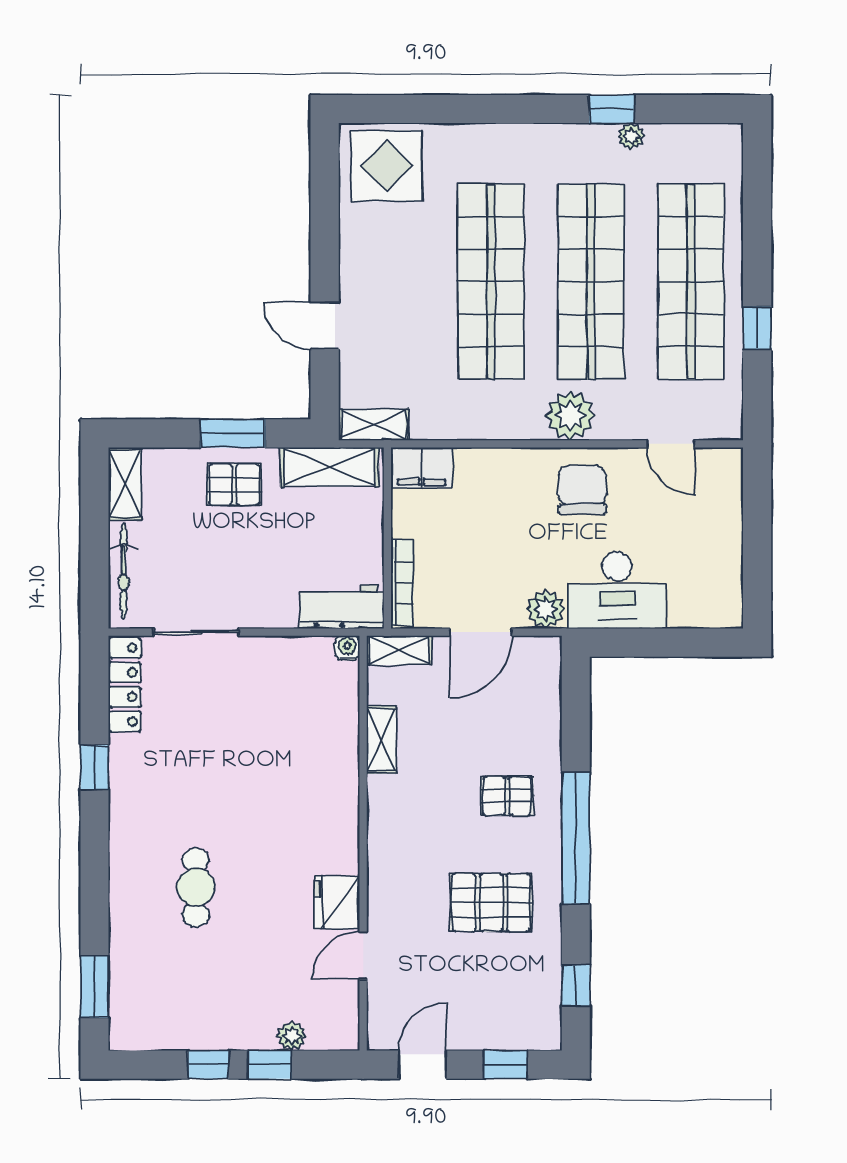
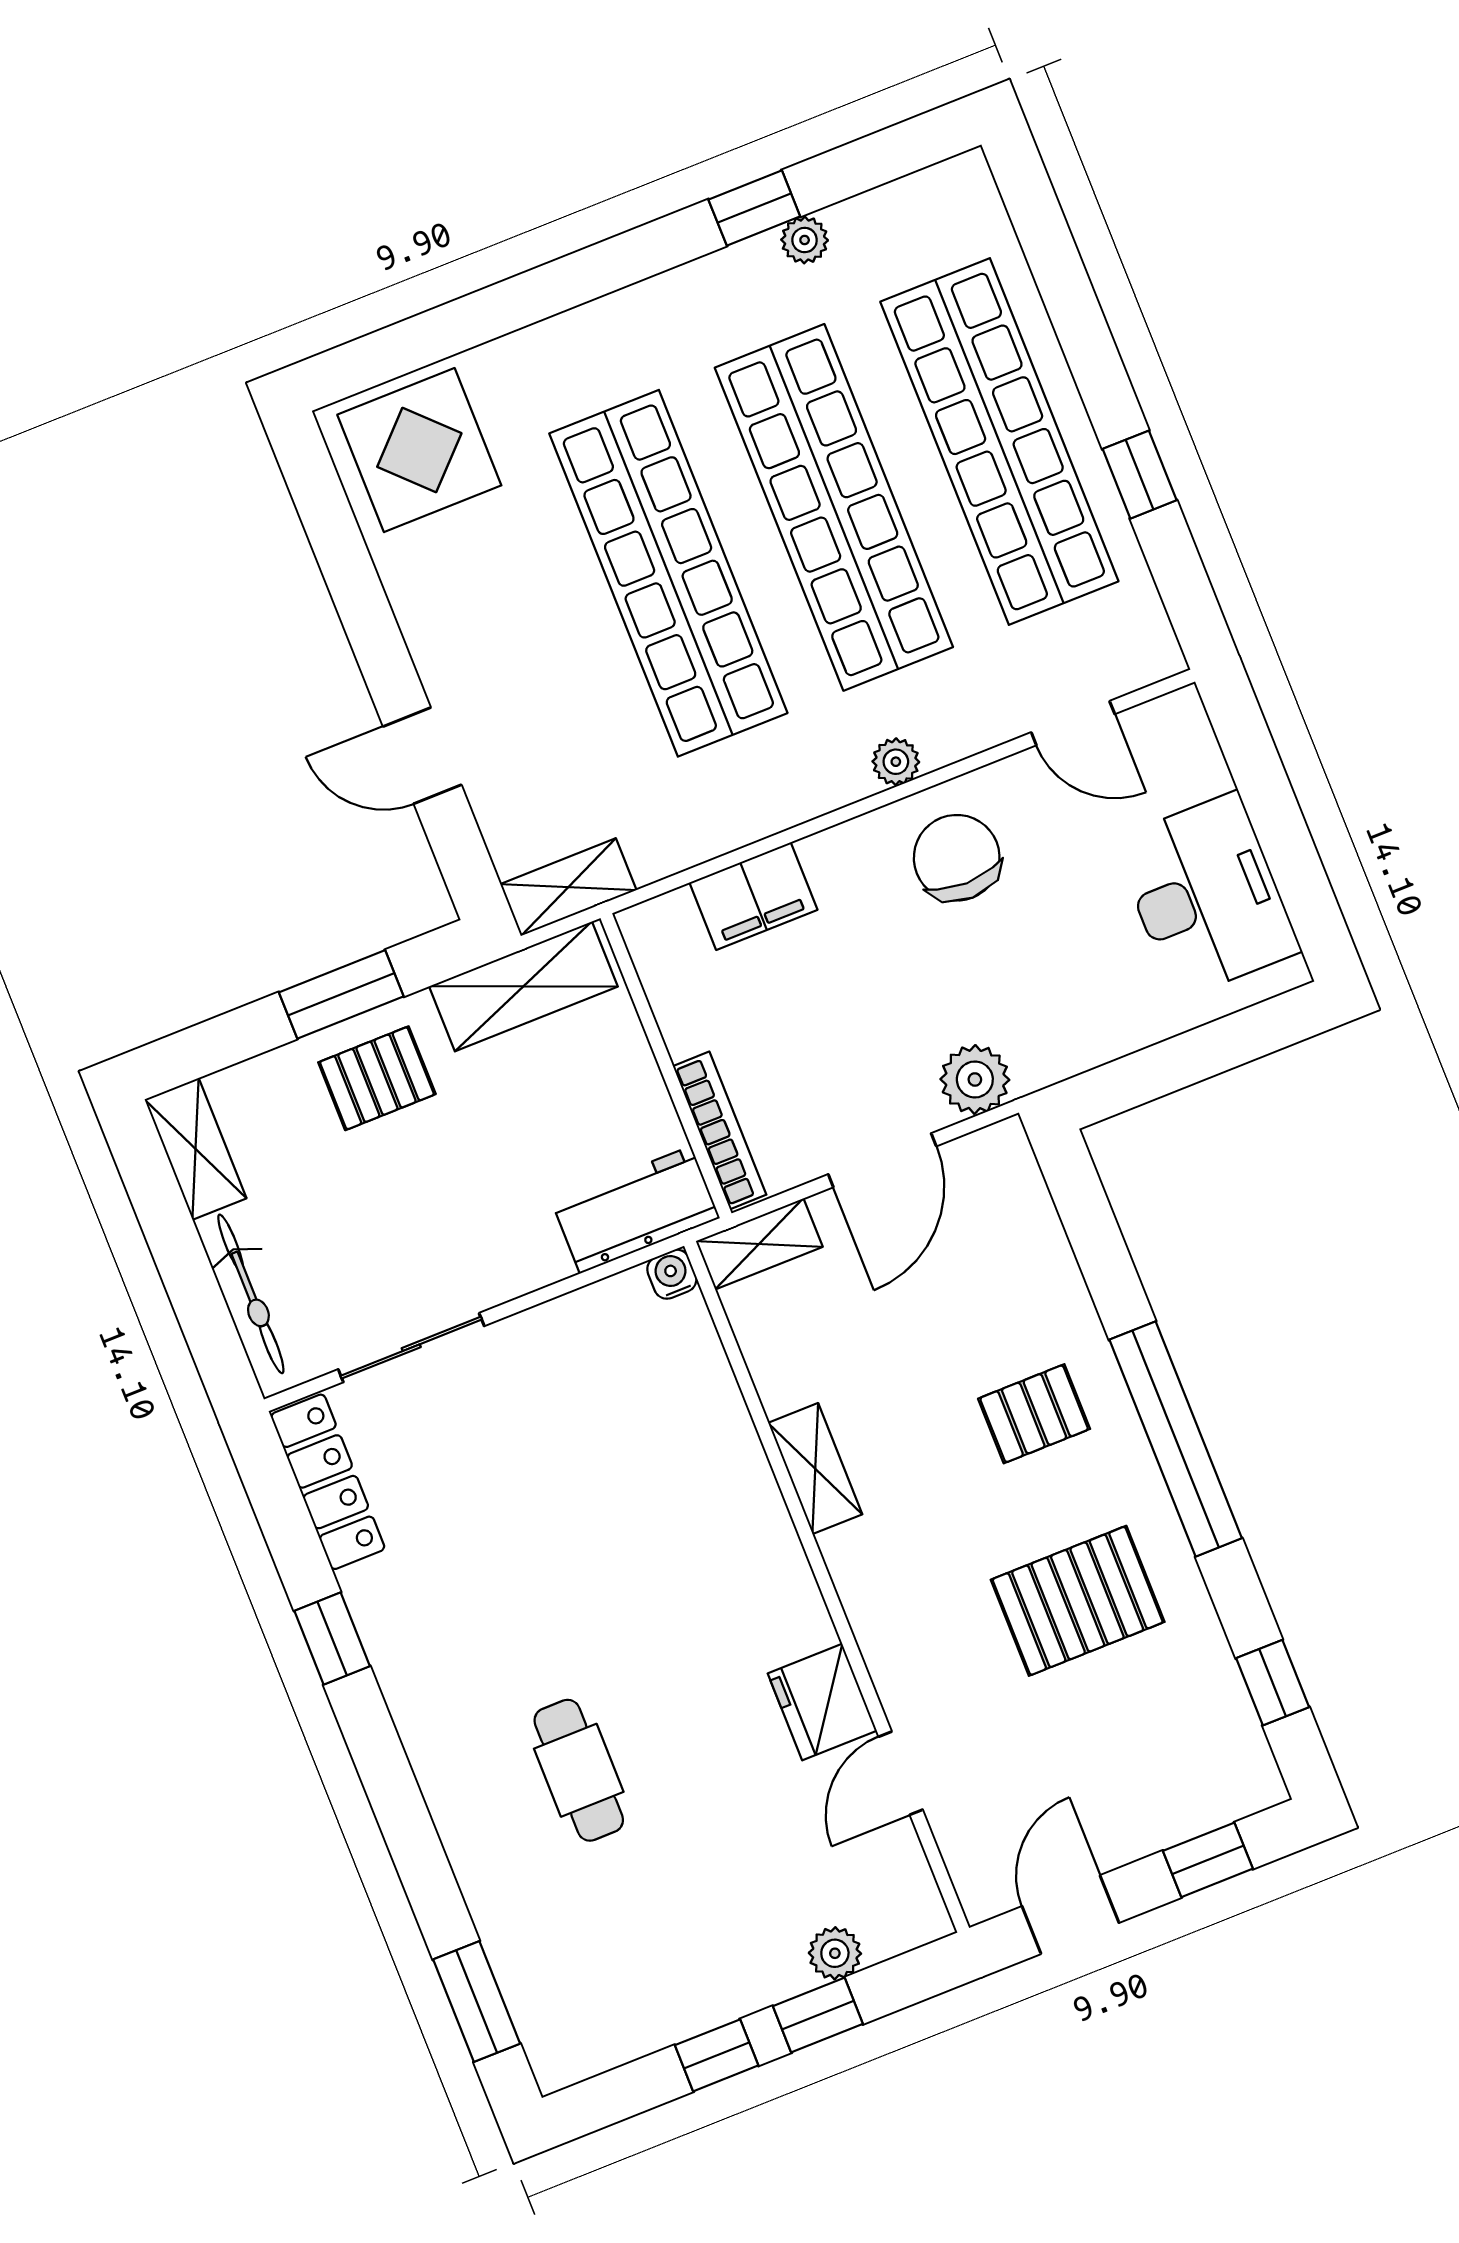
plant: (570, 416) -> (896, 762), width x0.53, depth x0.53
filing cabinet: (422, 468) -> (753, 896), moved
desk: (617, 590) -> (1206, 896), moved, turned -90
shelving: (382, 740) -> (815, 1469), moved

